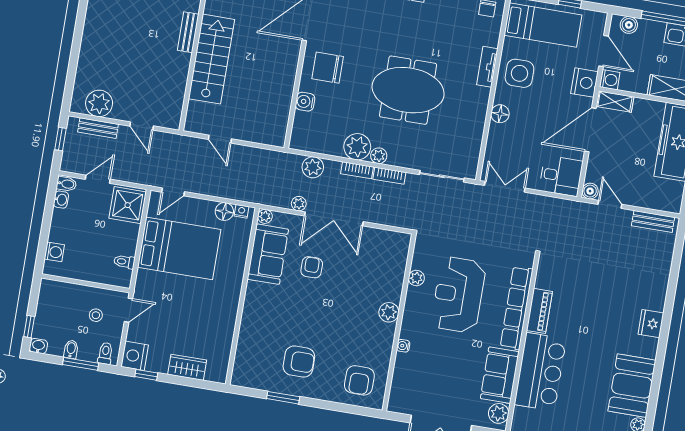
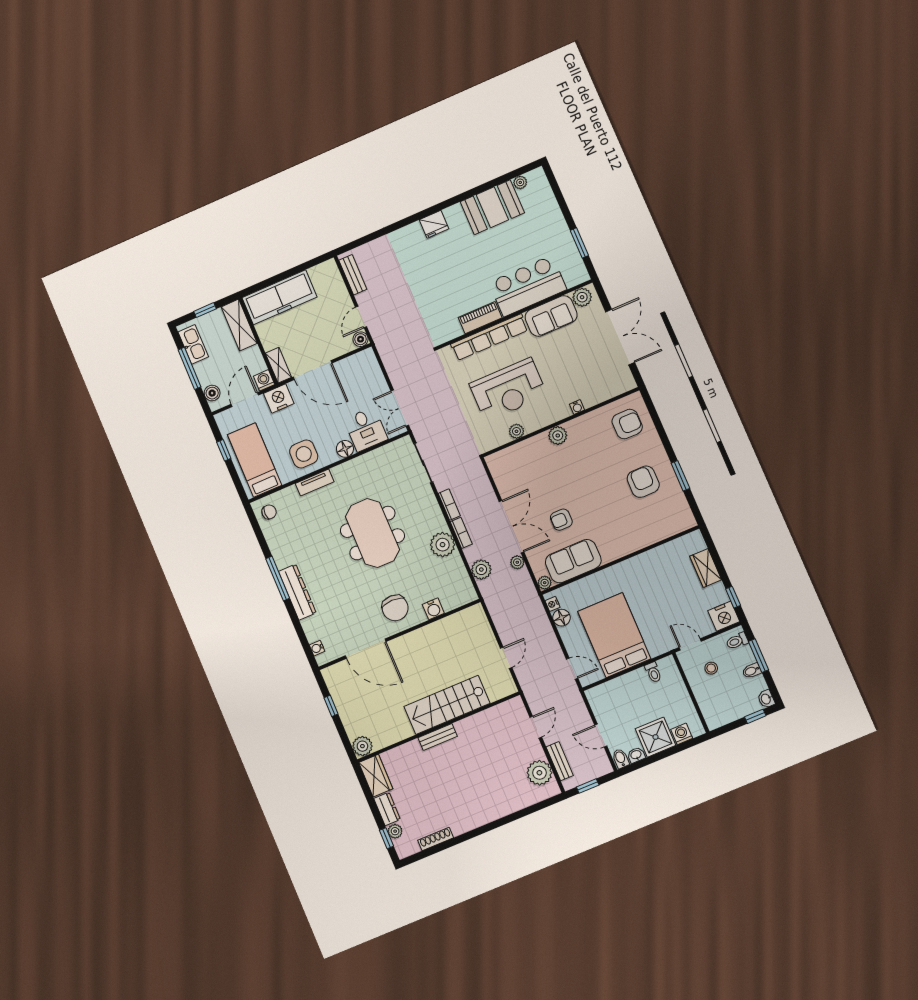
plant: (379, 156) -> (439, 523), removed
desk: (561, 176) -> (366, 429), moved, turned 180
shower: (128, 205) -> (656, 737), moved

